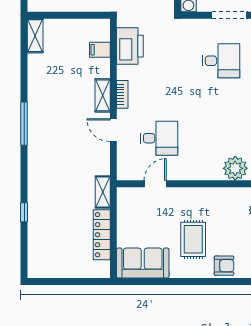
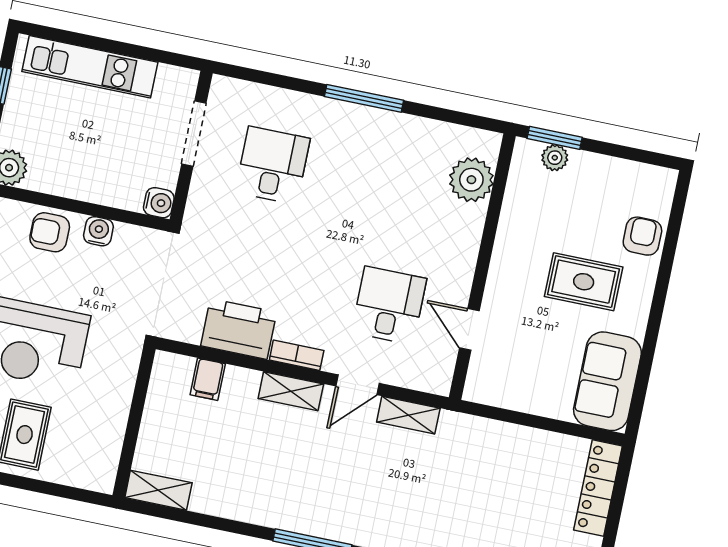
printer: (130, 46) -> (239, 329), moved
shelving: (103, 192) -> (408, 415), moved
locker: (102, 235) -> (598, 488), moved, turned 90

